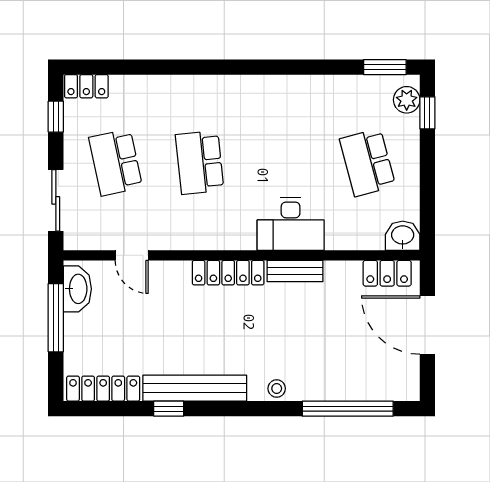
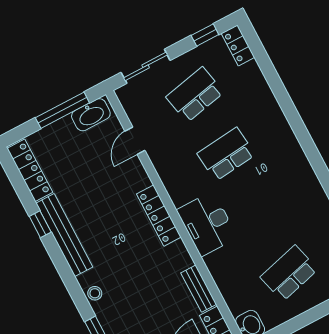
desk: (291, 224) -> (207, 224), moved
bench: (295, 271) -> (199, 289), moved

